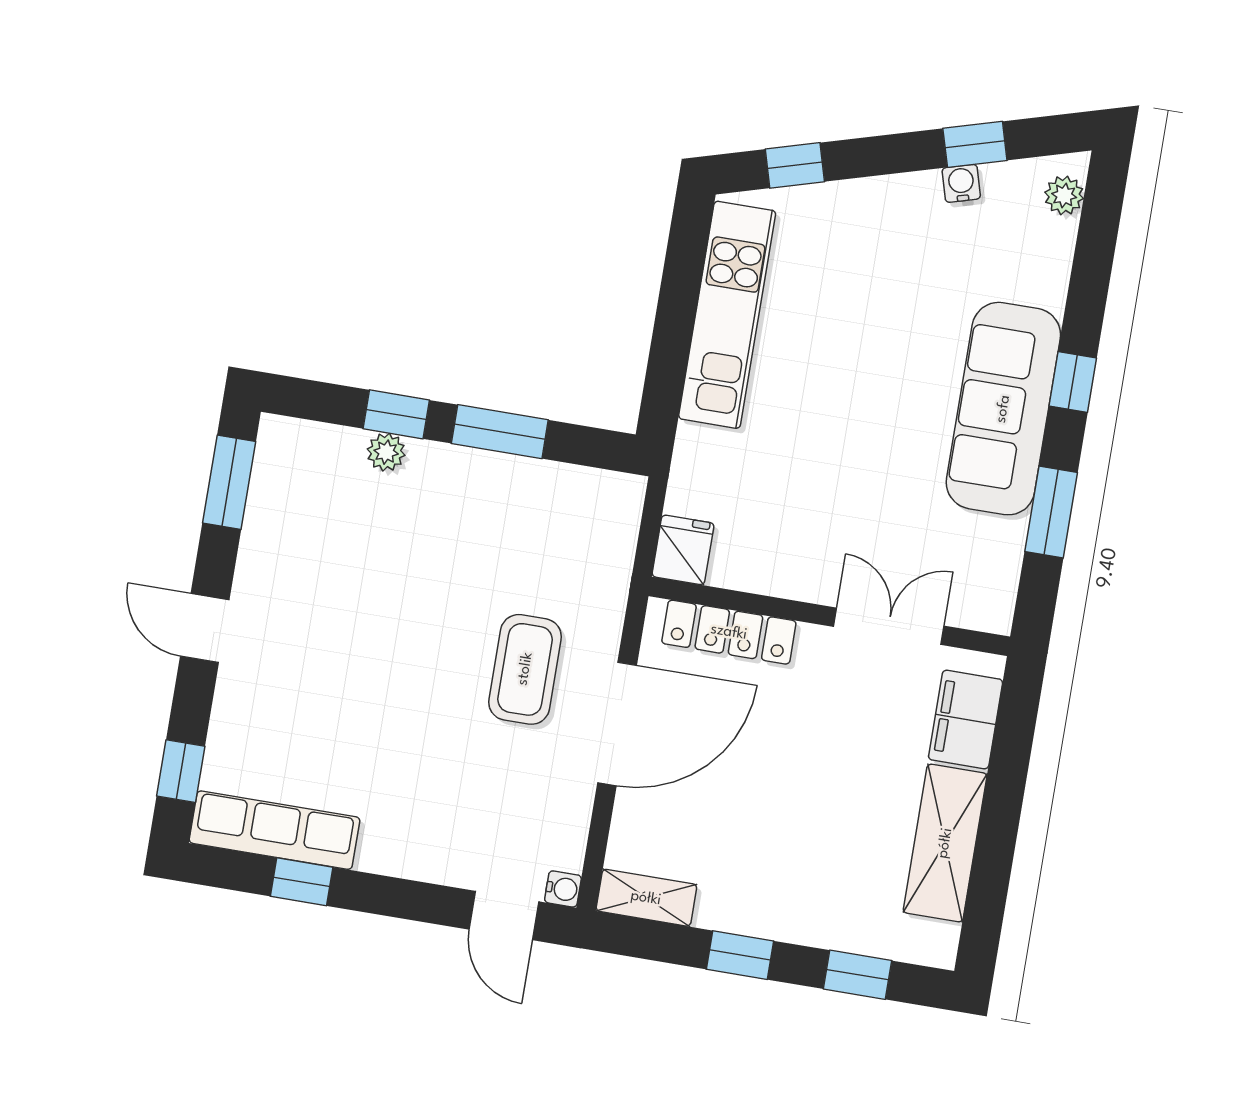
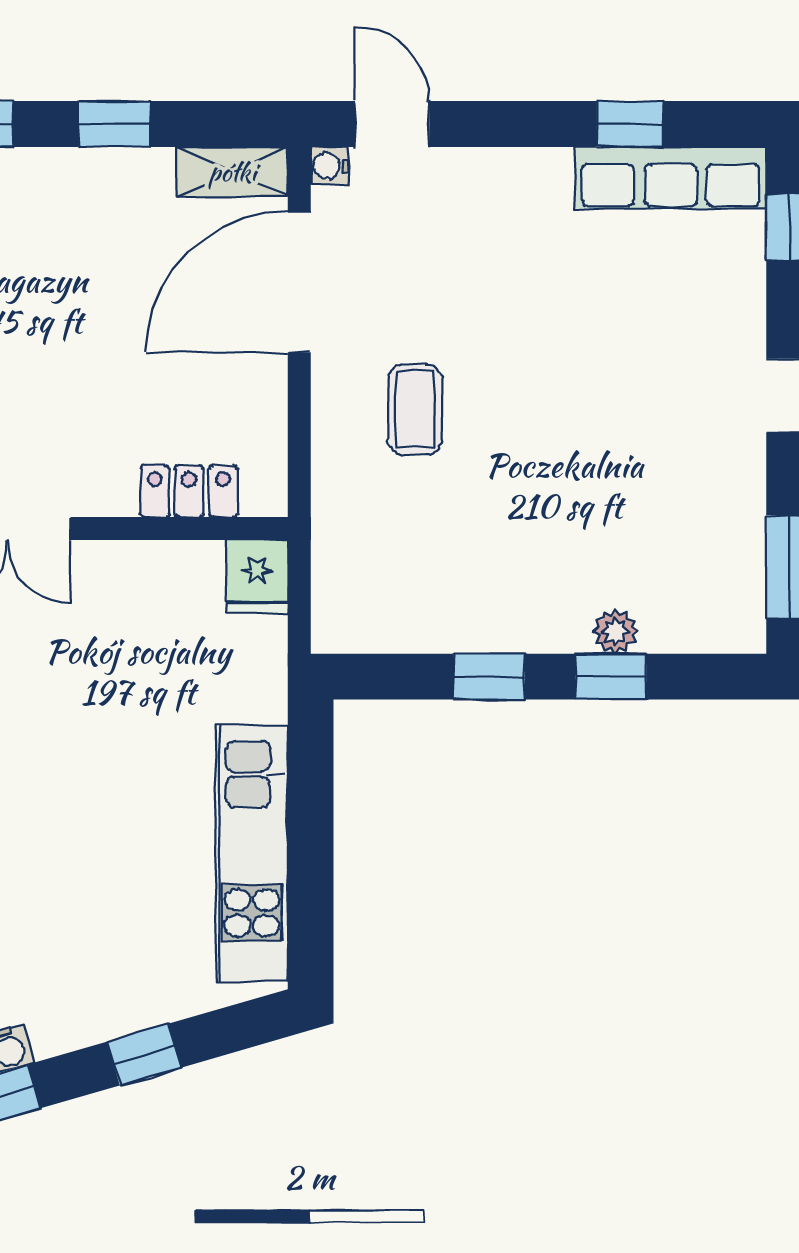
window: (795, 165) -> (144, 1055), moved
window: (500, 432) -> (489, 677), width x0.67
locker: (729, 632) -> (189, 491), width x0.66
coffee table: (525, 669) -> (415, 409), width x0.73, depth x0.77
door: (617, 724) -> (299, 282), moved

